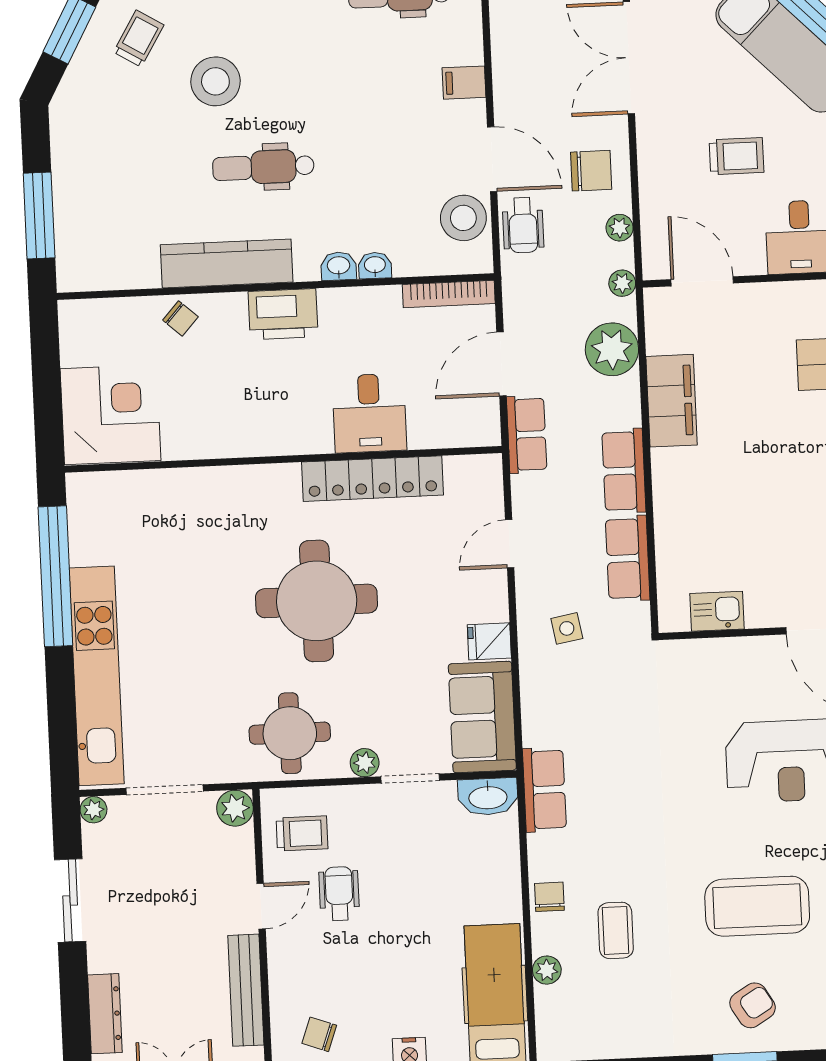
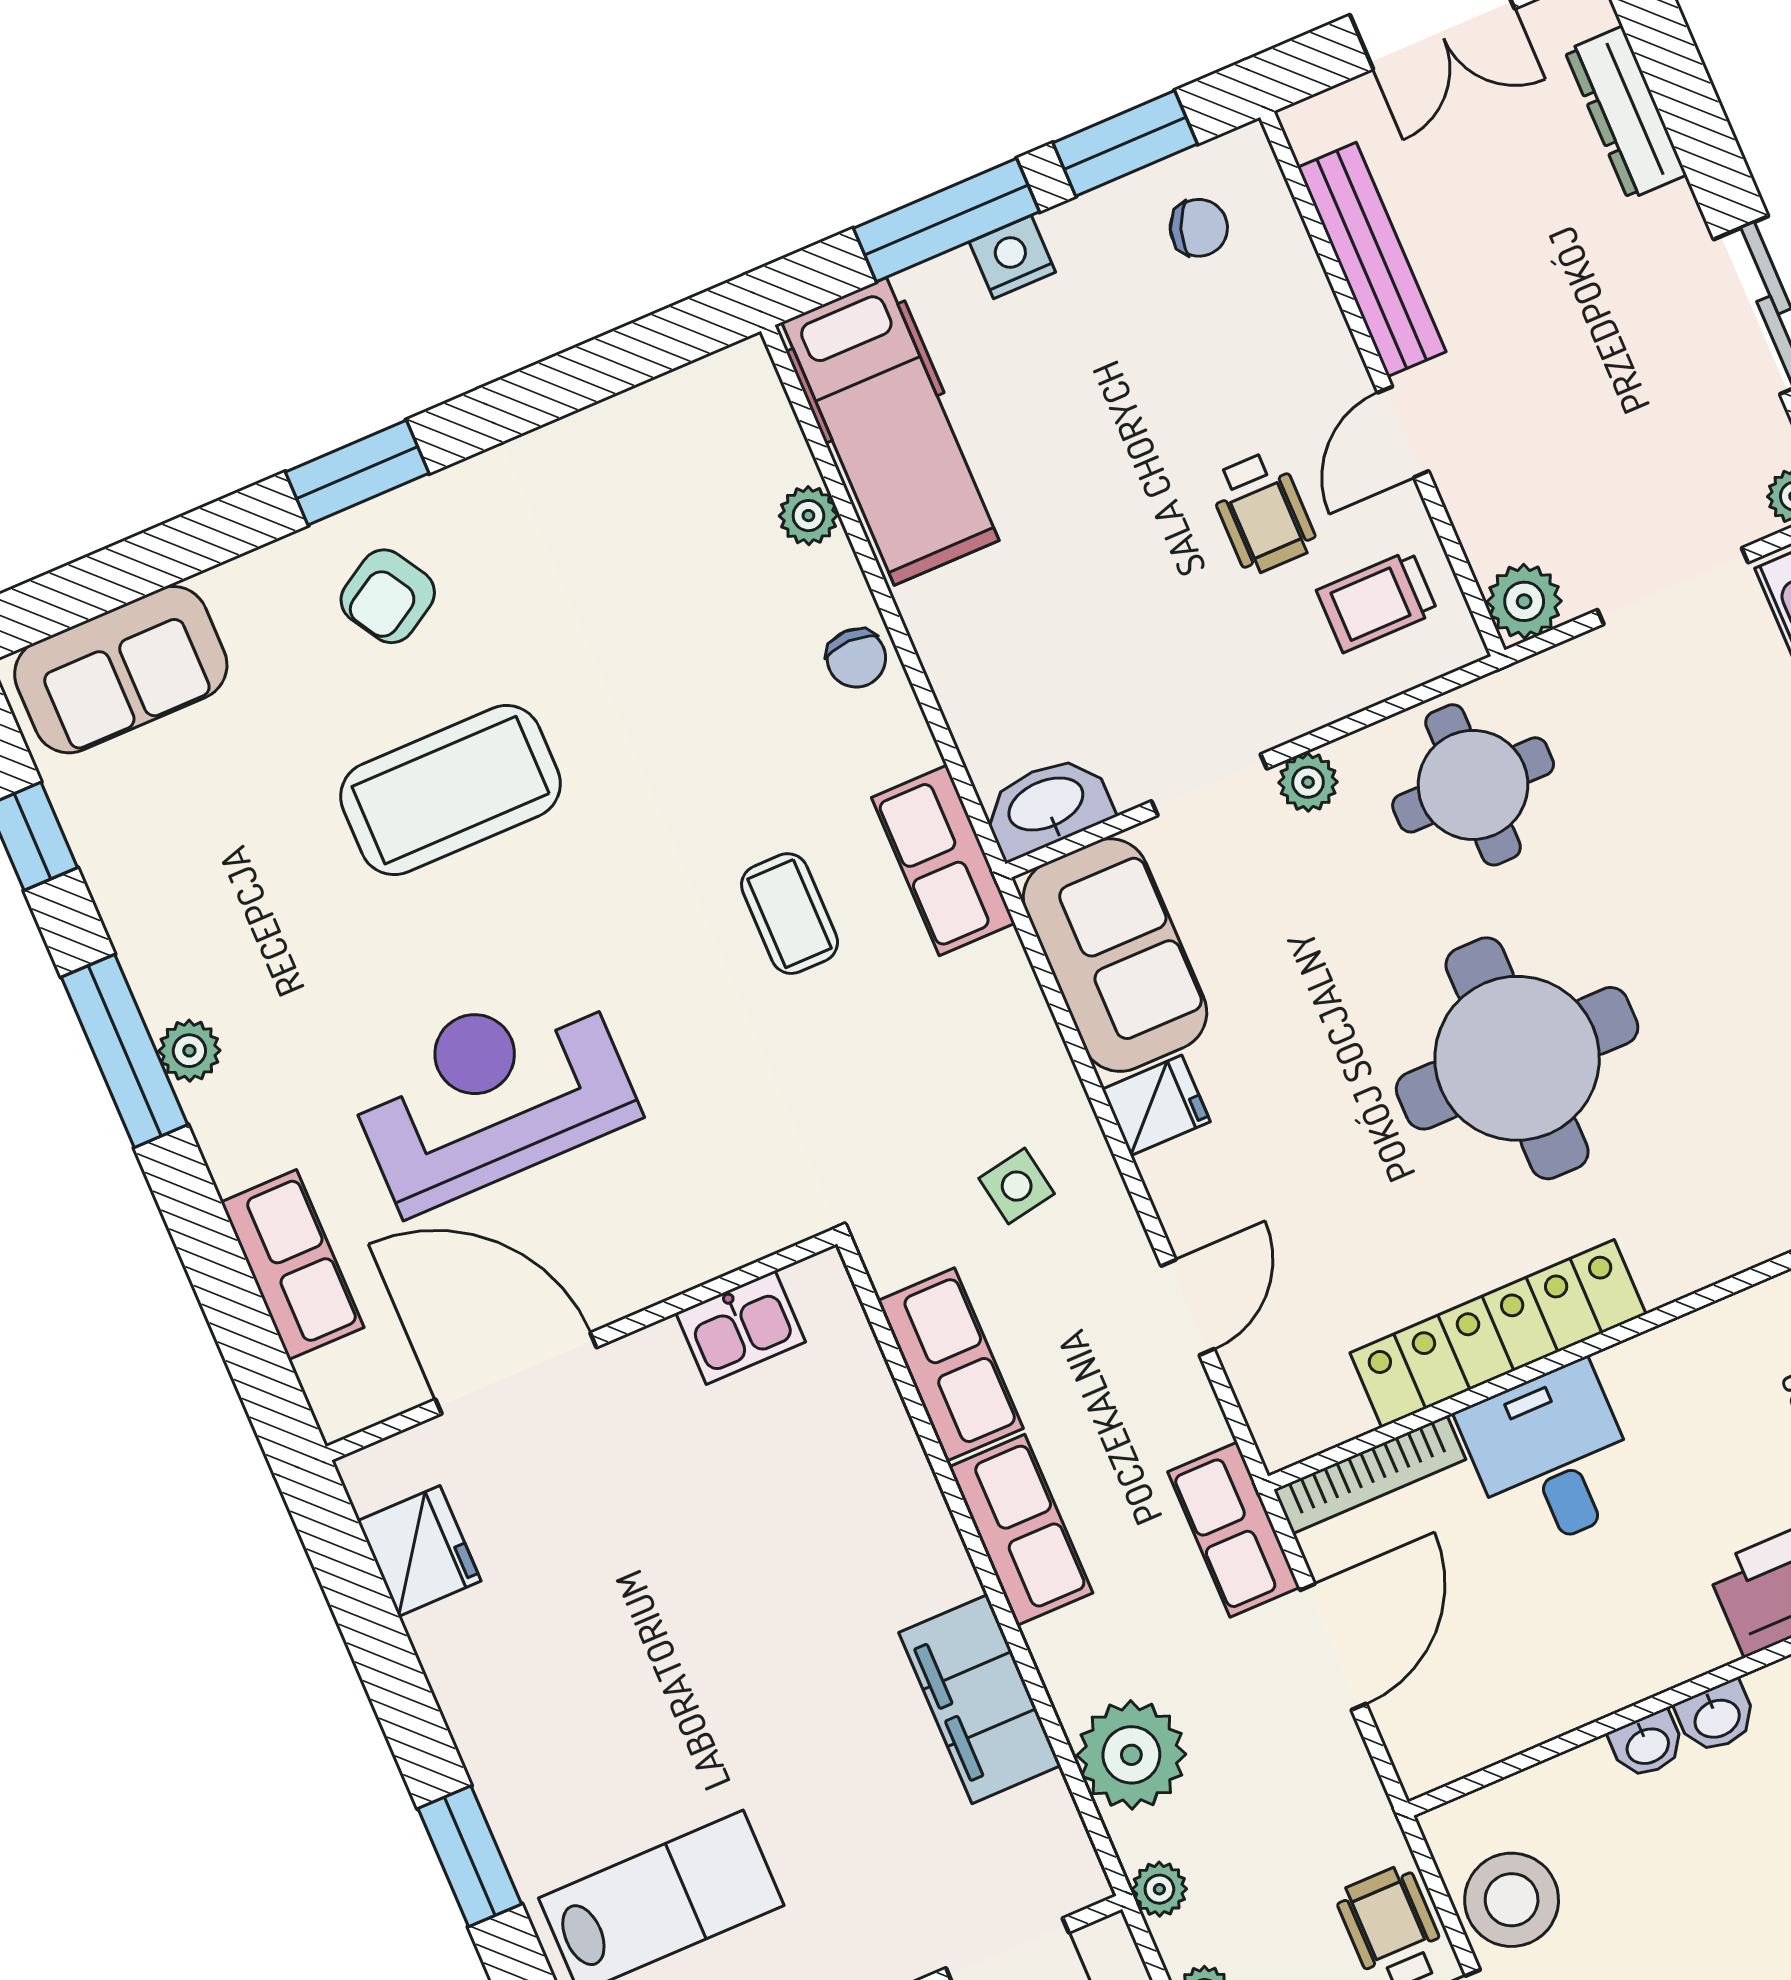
bookcase: (449, 294) -> (1370, 1475), moved, turned 180
coffee table: (616, 930) -> (790, 914), moved

